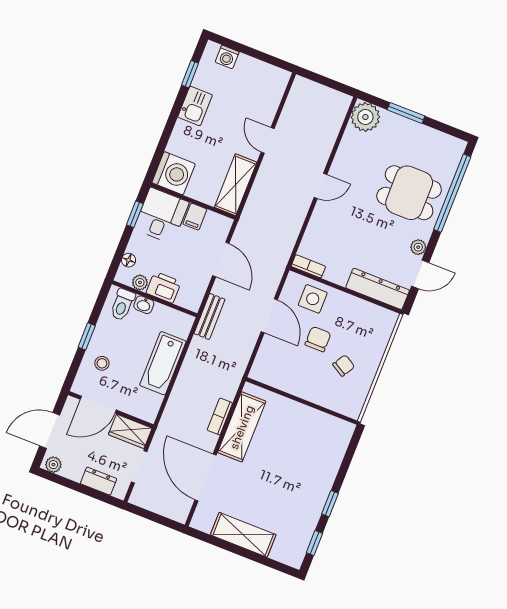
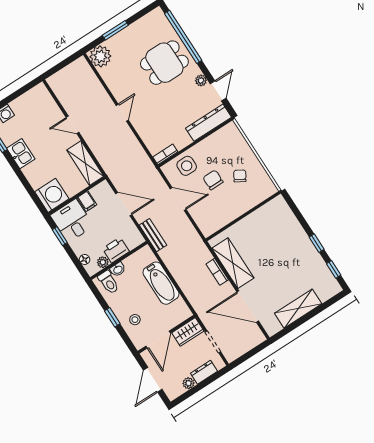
plant: (53, 465) -> (189, 383), moved

